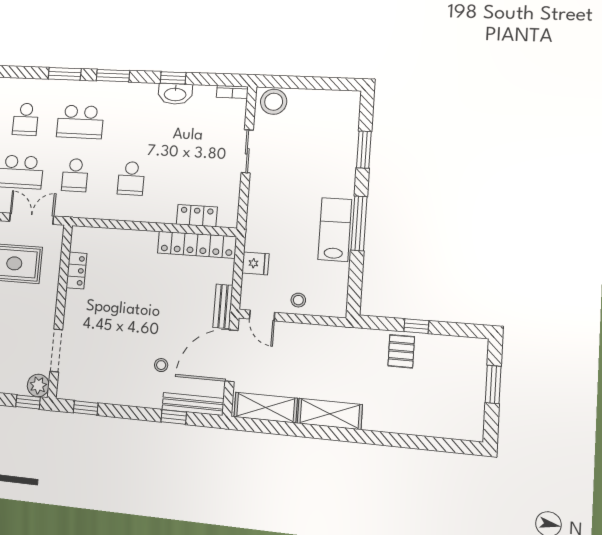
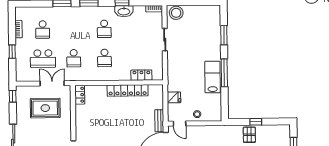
school desk: (80, 122) -> (104, 29), moved, width x0.54
locker: (197, 245) -> (128, 90), moved
locker: (76, 271) -> (80, 95), moved

